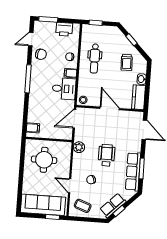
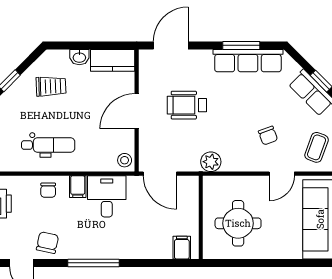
wheelchair: (107, 155) -> (187, 105), moved

